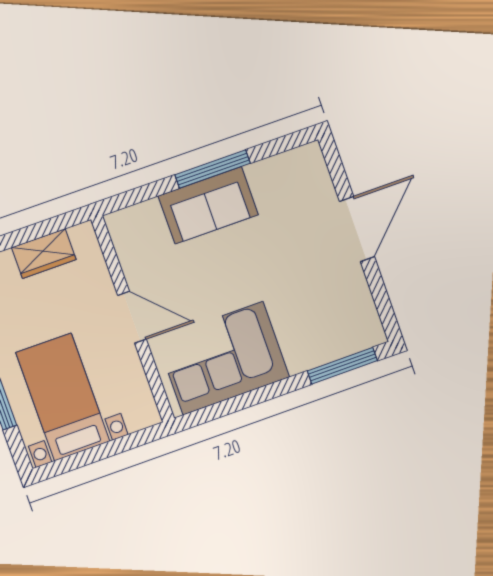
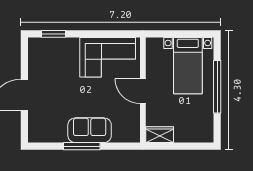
wardrobe: (44, 254) -> (160, 135), moved
window: (342, 366) -> (53, 34), width x0.69

